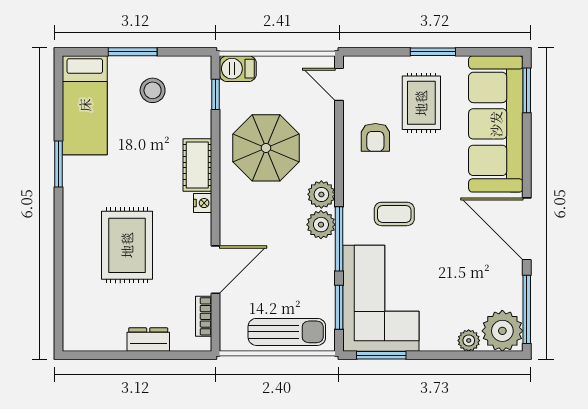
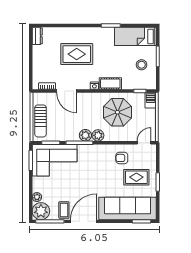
coffee table: (394, 214) -> (64, 210), moved
dresser: (148, 340) -> (37, 36), moved

